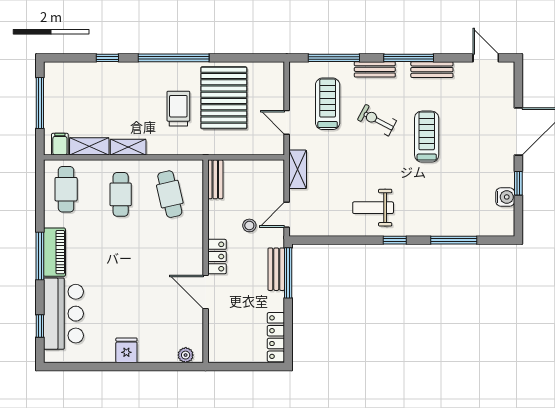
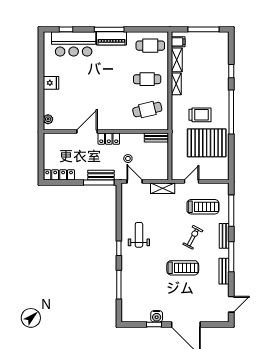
water cooler: (505, 197) -> (157, 316), moved

